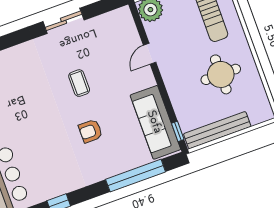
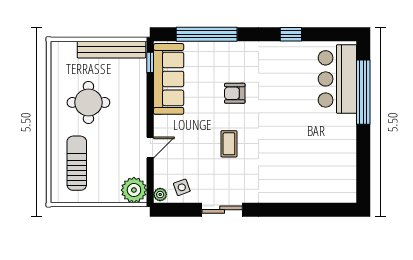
plant: (125, 14) -> (160, 195), added
side table: (108, 28) -> (182, 187), added
armchair: (90, 131) -> (235, 93), turned 180

